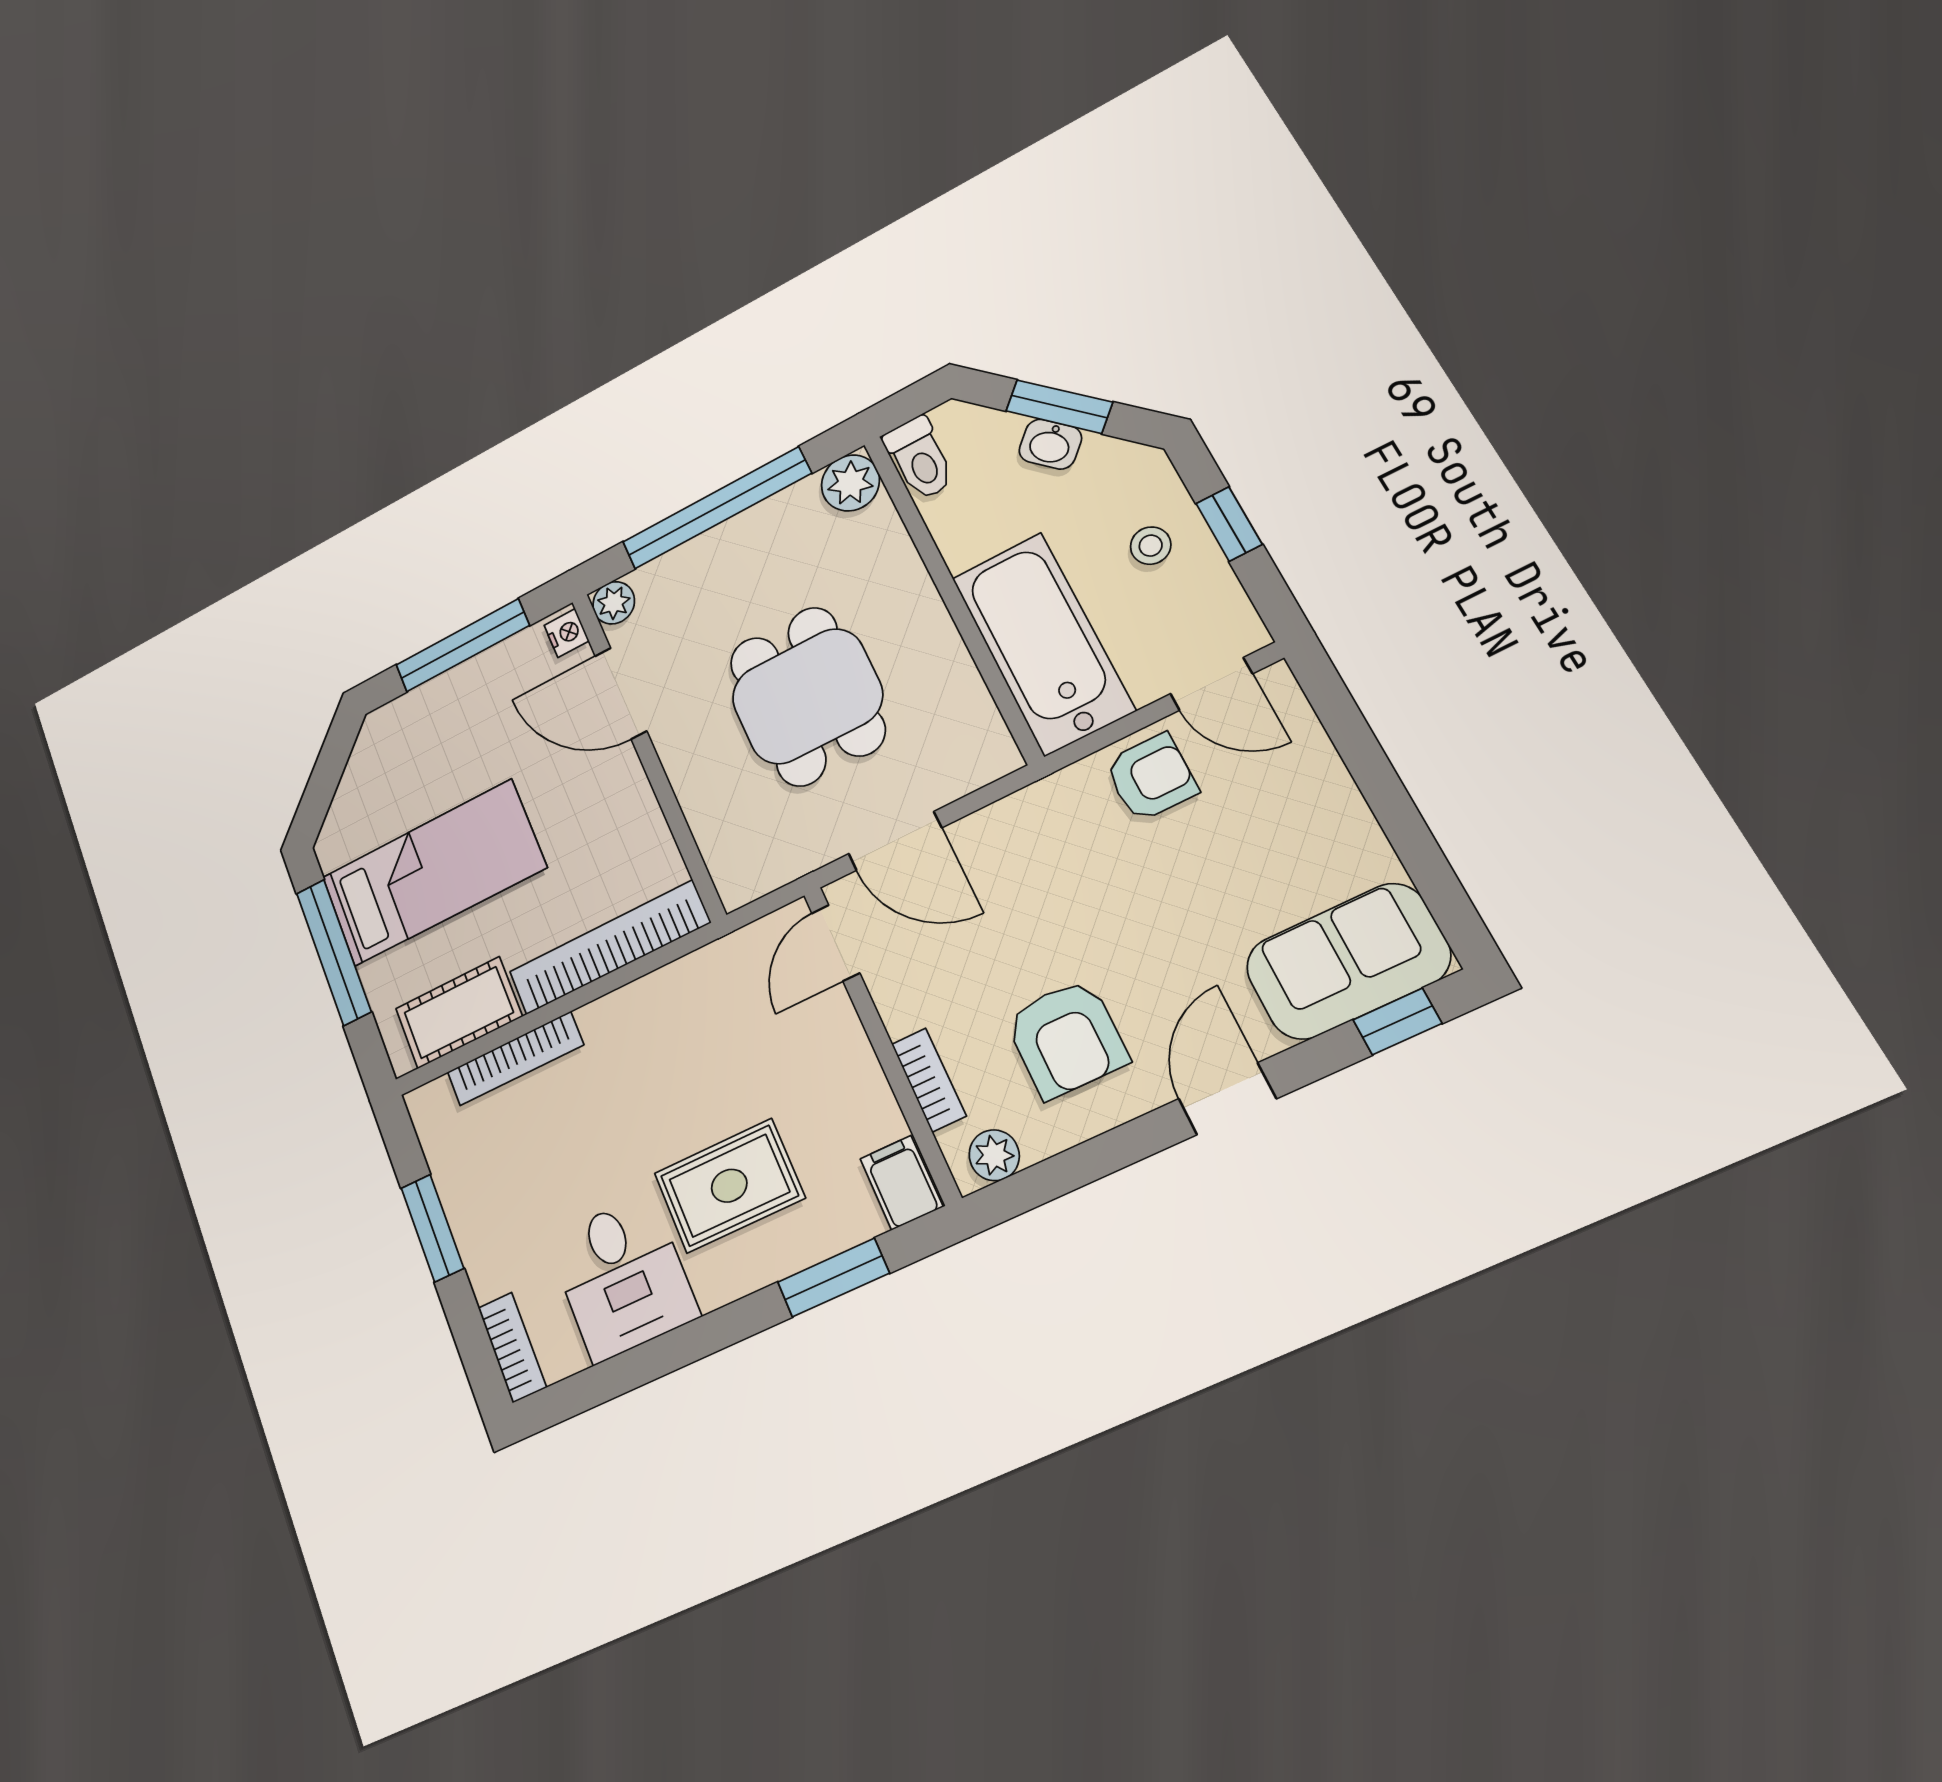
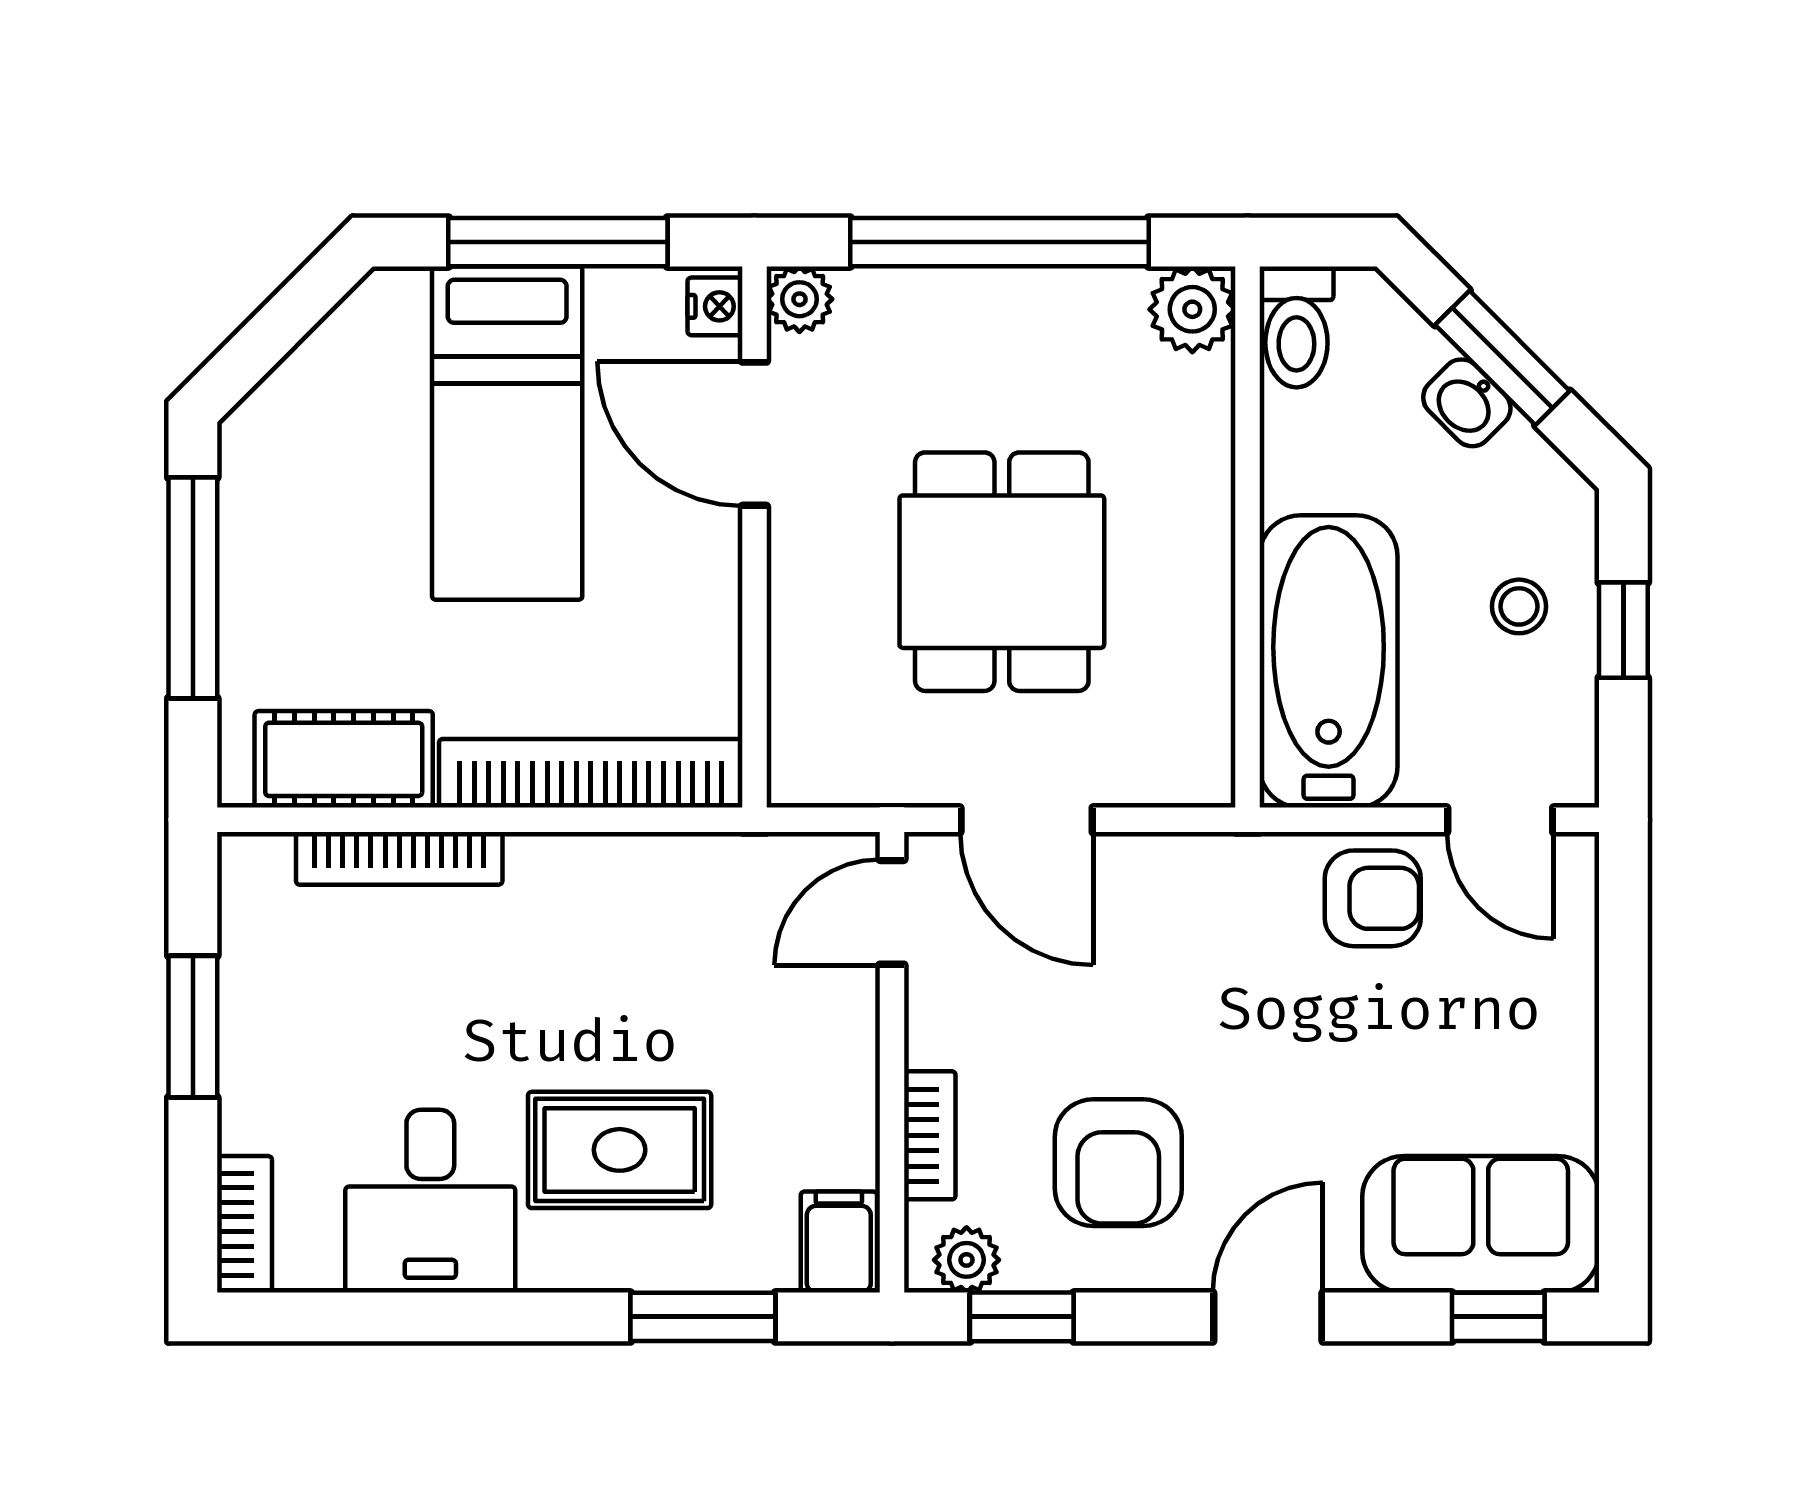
bed: (433, 873) -> (507, 433), moved, turned 90
window: (1052, 1178) -> (1022, 1317), added

